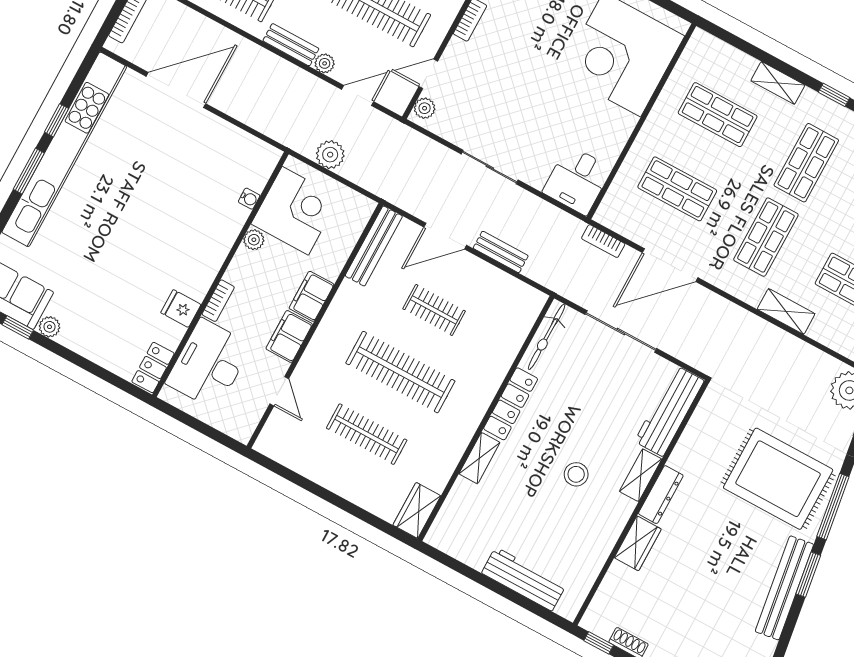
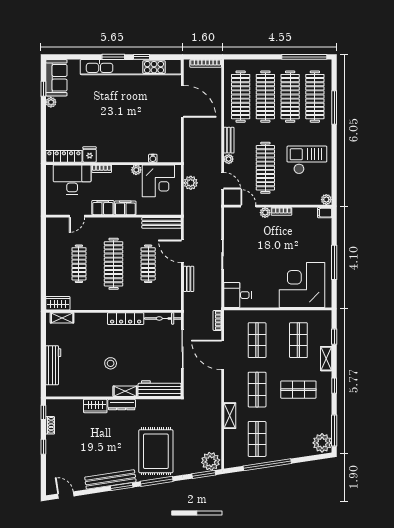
window: (746, 47) -> (334, 337), added
plant: (425, 108) -> (265, 213), moved
shop shelf: (766, 237) -> (257, 390), turned 90
clothes rail: (434, 310) -> (148, 264), width x1.36
locker: (153, 367) -> (64, 156), width x1.53
shelving: (479, 458) -> (62, 318), moved

